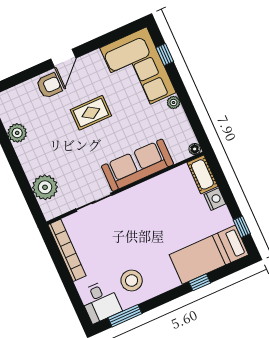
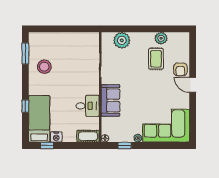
window: (165, 55) -> (125, 146), moved
rug: (91, 113) -> (156, 59), moved
sofa: (137, 165) -> (110, 100), width x0.73
nightstand: (215, 199) -> (56, 137), moved
bookcase: (67, 250) -> (79, 37), removed
desk: (100, 302) -> (88, 106), moved, turned 180

